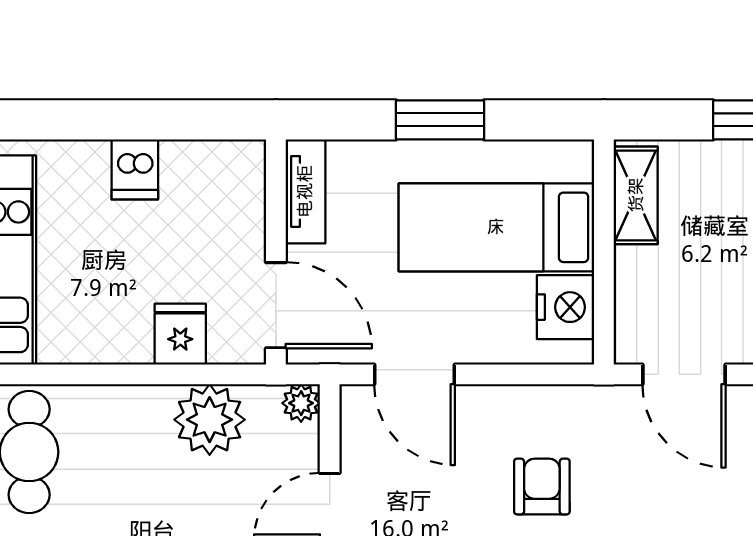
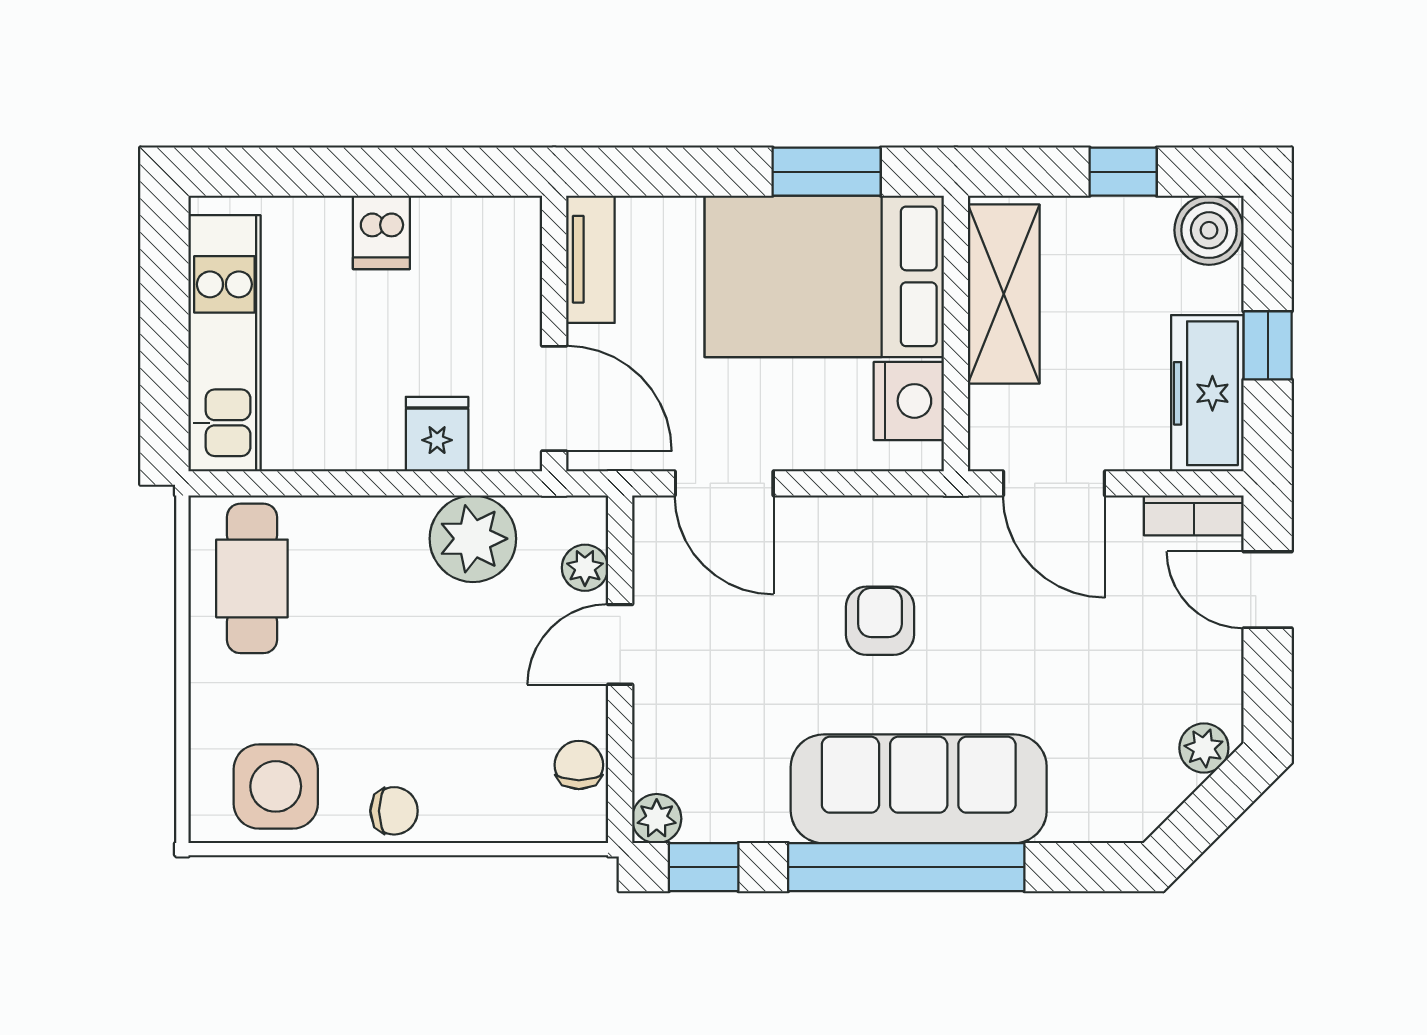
window: (440, 120) -> (827, 172), moved
shelving: (636, 195) -> (1004, 294), width x1.50, depth x1.33
bed: (496, 227) -> (824, 276), width x1.50
plant: (301, 403) -> (585, 568), moved

